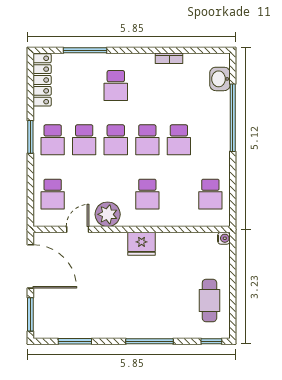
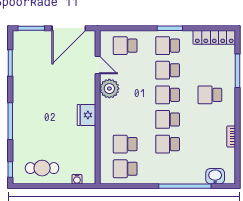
school desk: (147, 194) -> (125, 144), moved
water cooler: (224, 238) -> (77, 179), moved

